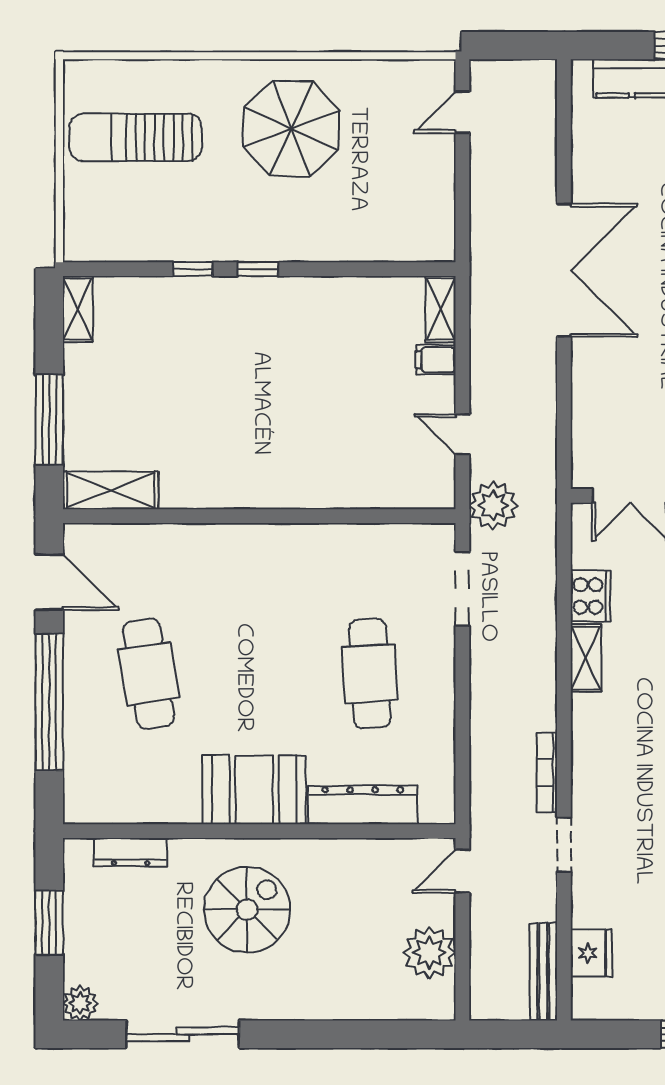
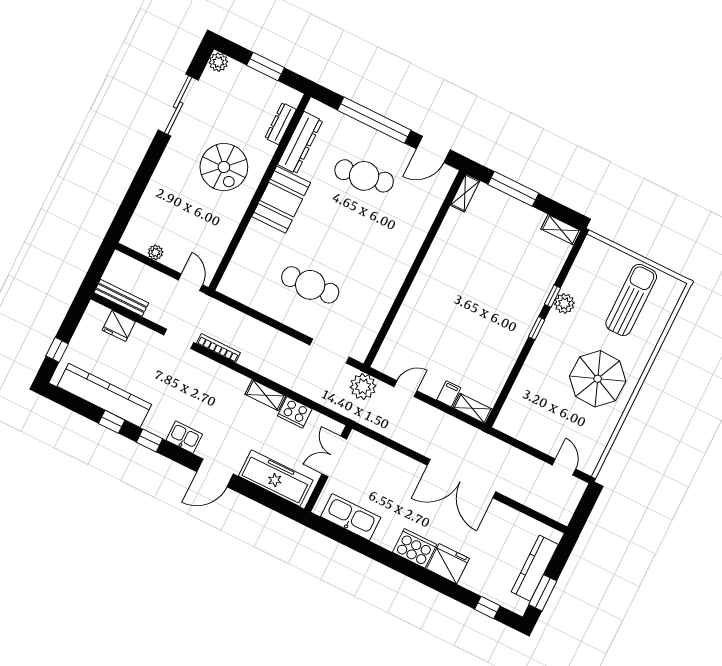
plant: (195, 244) -> (564, 303), added
shelving: (111, 490) -> (465, 193), width x0.67, depth x0.75
dresser: (363, 805) -> (300, 143), moved
plant: (429, 952) -> (155, 252), width x0.53, depth x0.53

